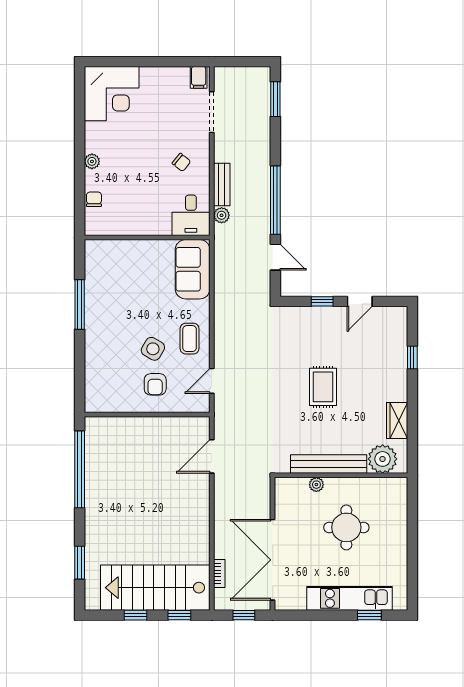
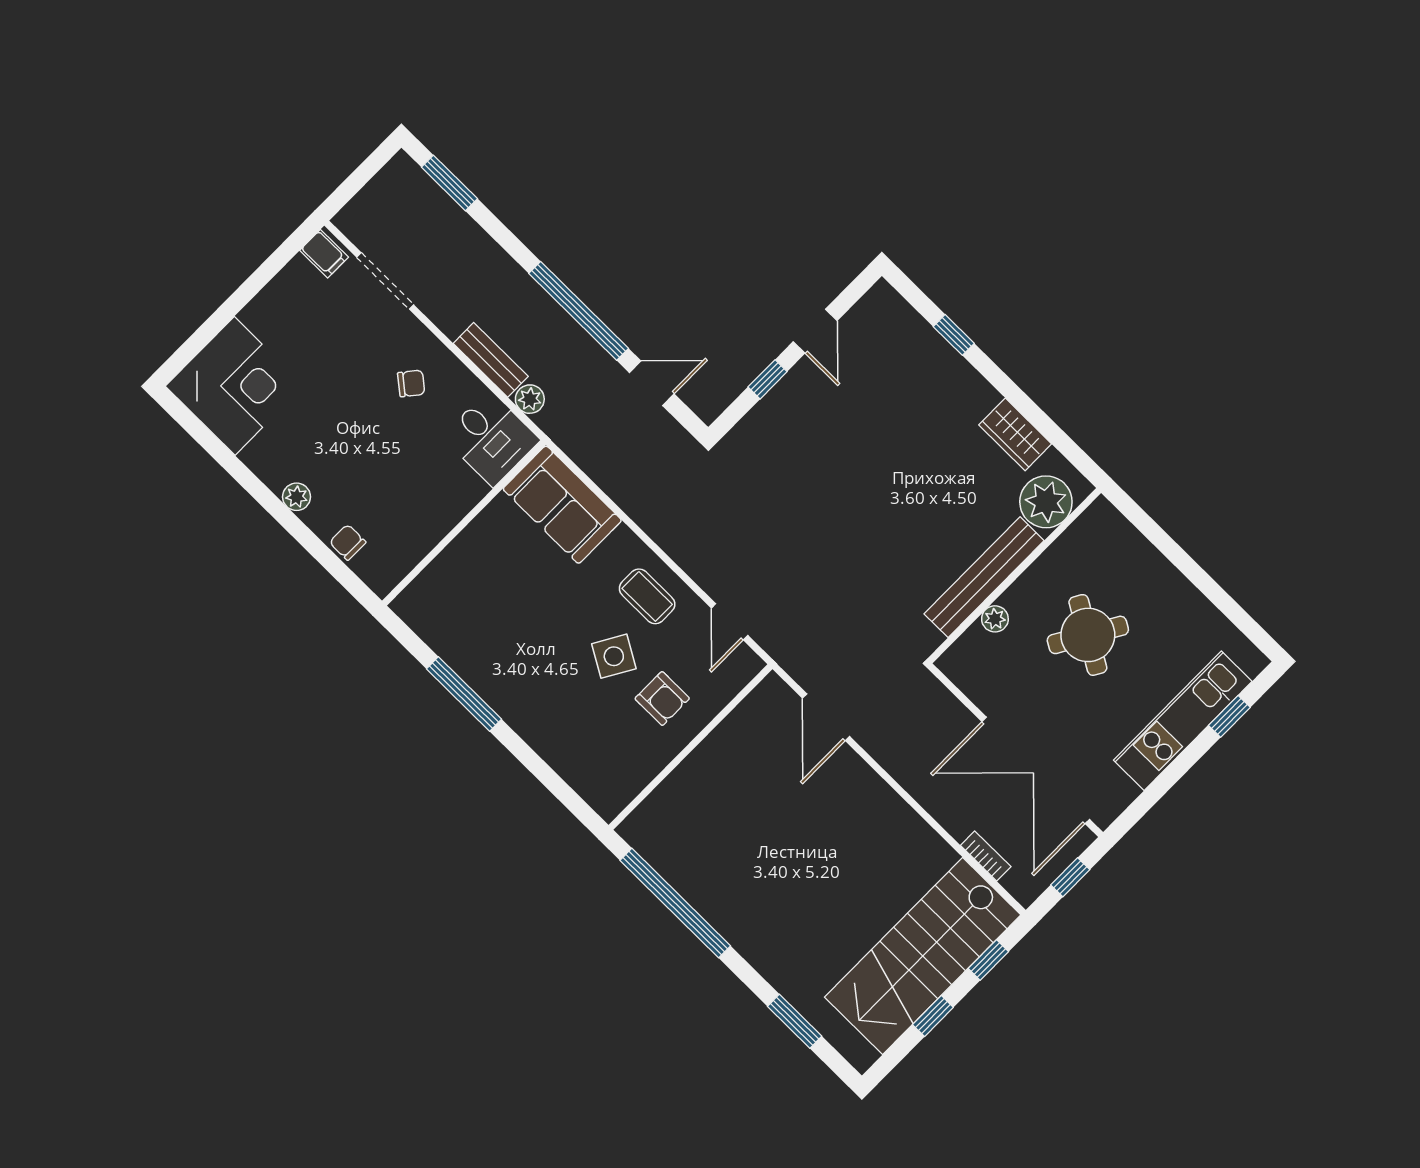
rug: (323, 387) -> (878, 487), removed
round table: (346, 527) -> (1088, 635), turned 30

